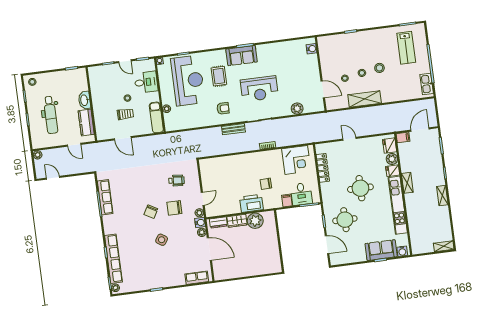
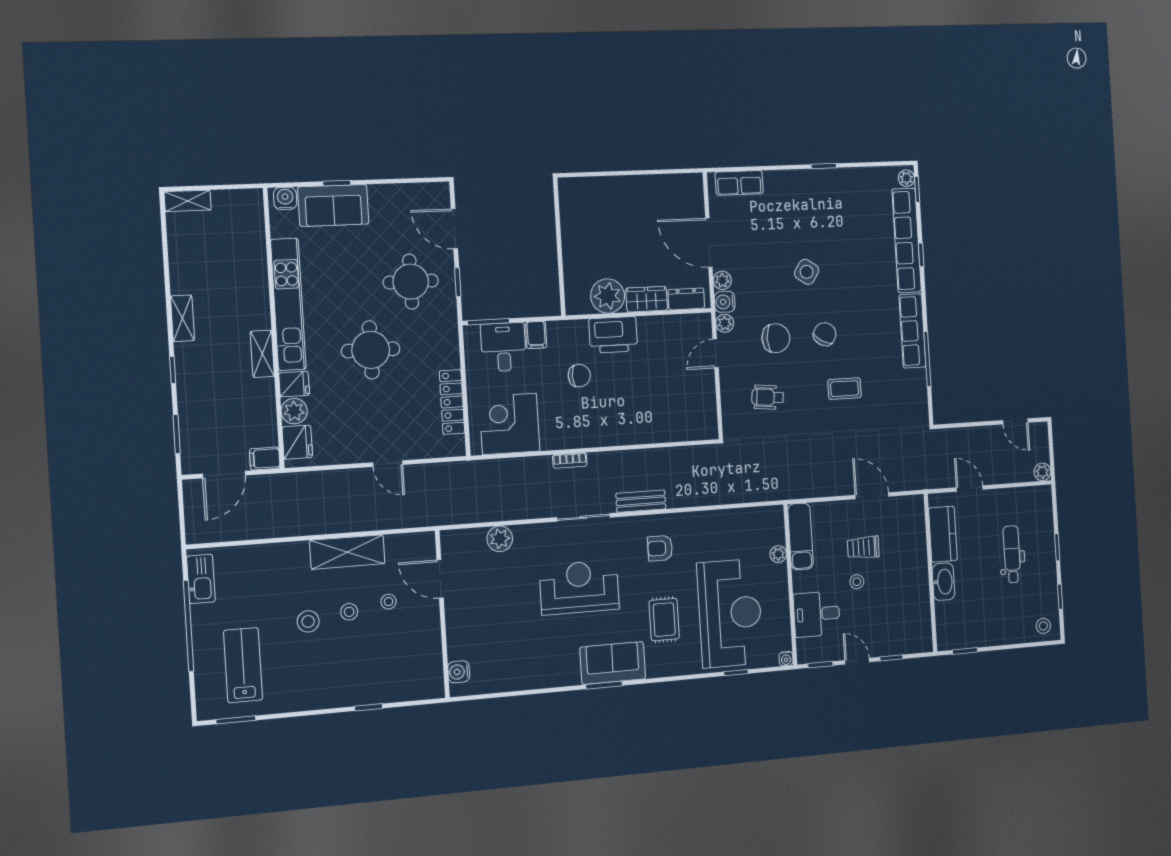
reception desk: (188, 81) -> (730, 613), turned 180
dental chair: (51, 115) -> (1012, 554), width x0.73, depth x0.72
coffee table: (139, 187) -> (845, 389), added
row of seats: (105, 197) -> (912, 331), moved

